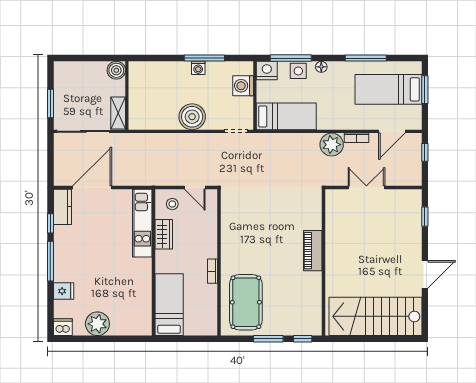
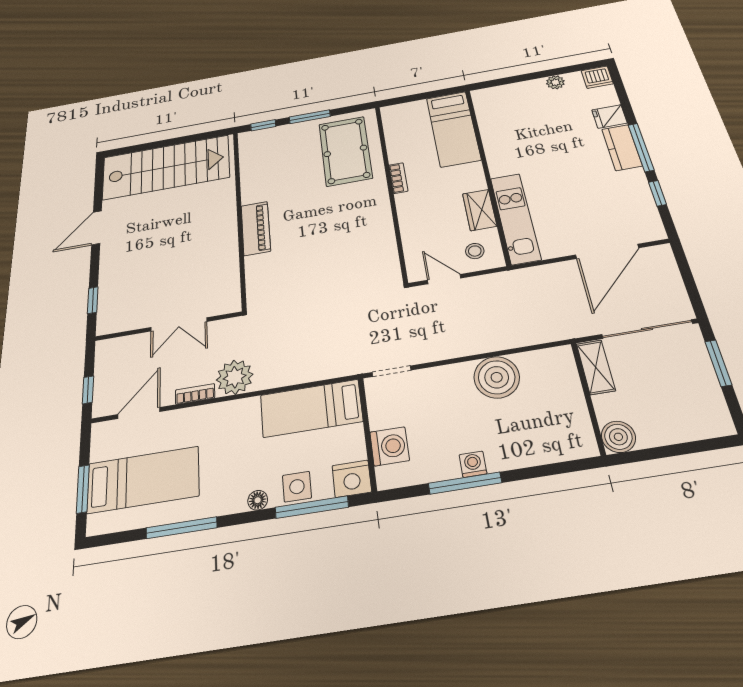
boiler: (192, 117) -> (497, 377), moved
kitchen counter: (62, 207) -> (622, 148), moved
plant: (97, 324) -> (555, 82), width x0.53, depth x0.53

